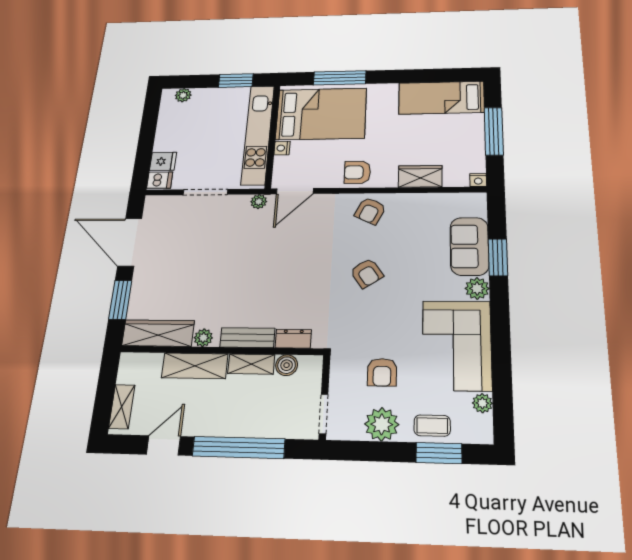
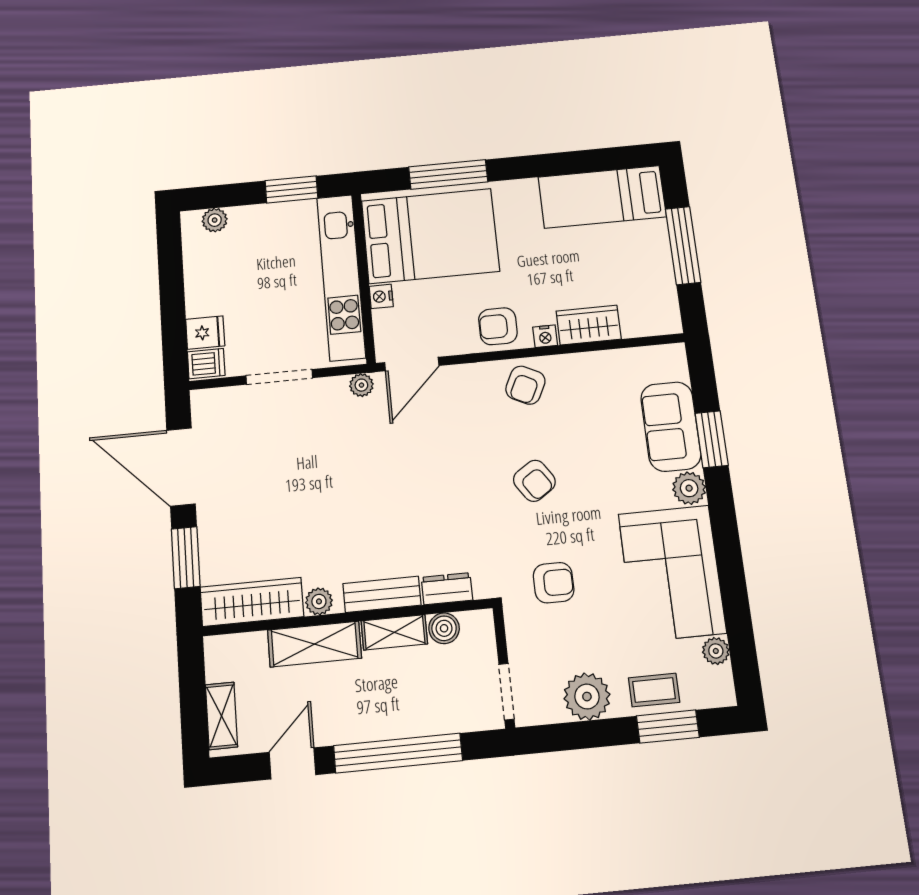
nightstand: (478, 180) -> (545, 336), moved
armchair: (382, 372) -> (554, 583), moved, turned -90

